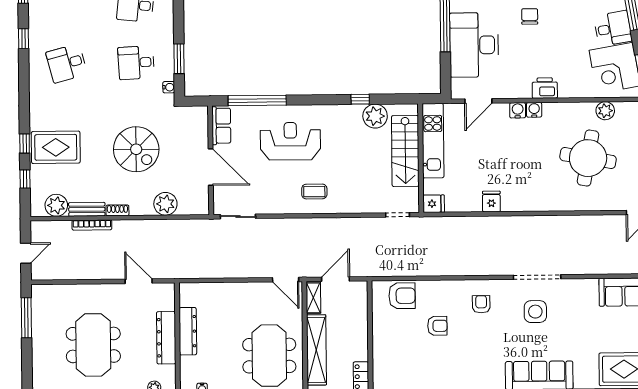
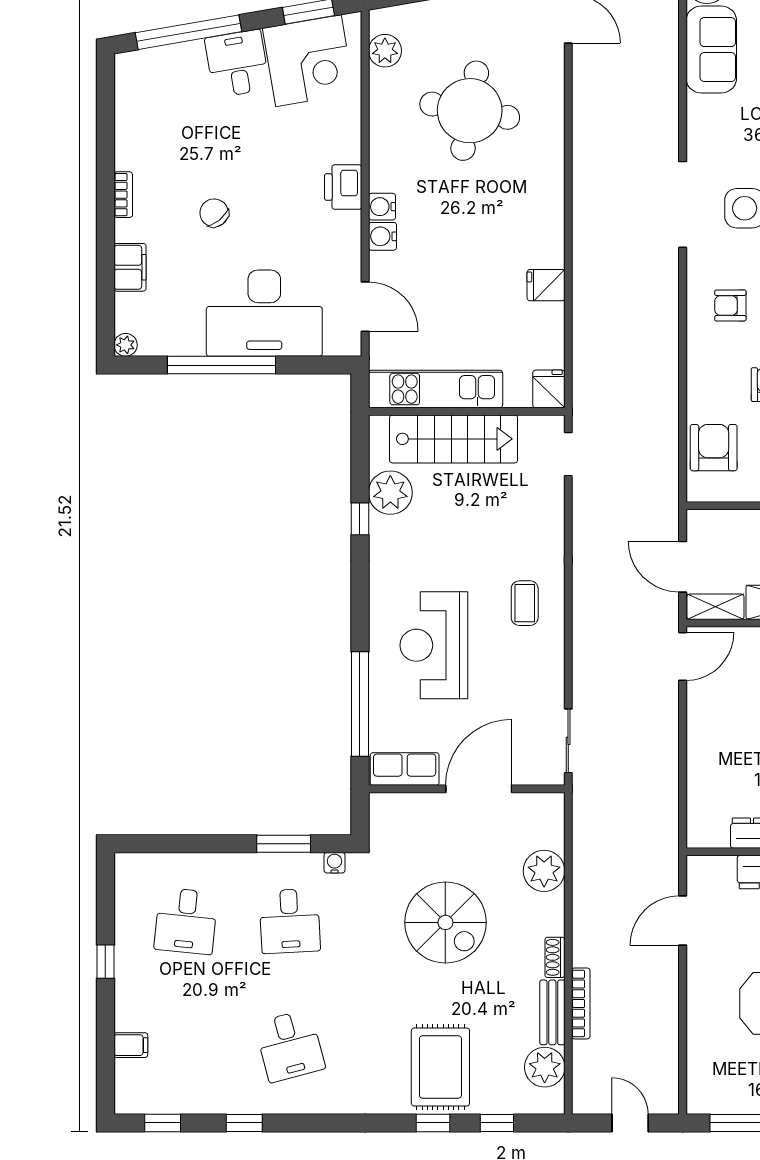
chair: (530, 16) -> (214, 213), turned 51
plant: (605, 111) -> (385, 51), moved
spiral stairs: (136, 149) -> (445, 922), turned 90

